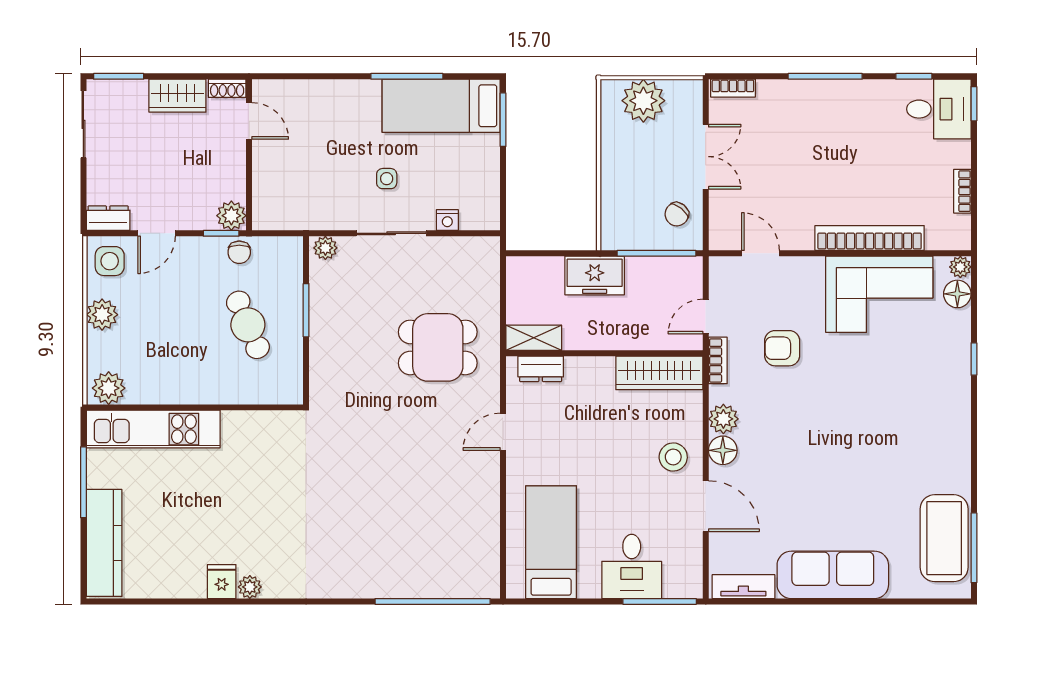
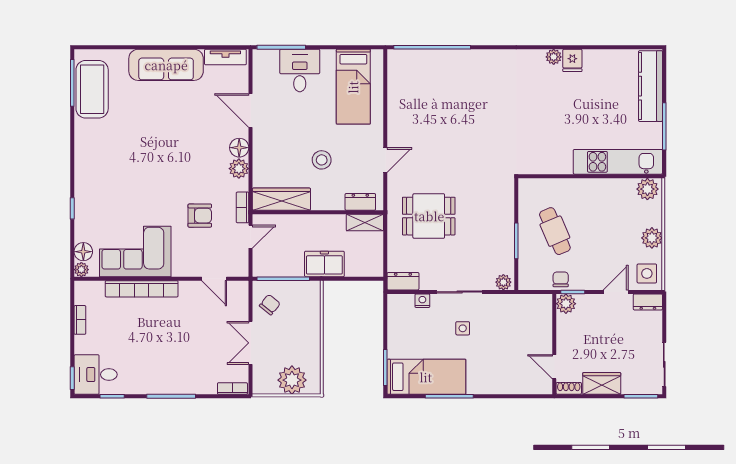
dresser: (476, 249) -> (403, 281), added
stool: (673, 457) -> (322, 160), moved

